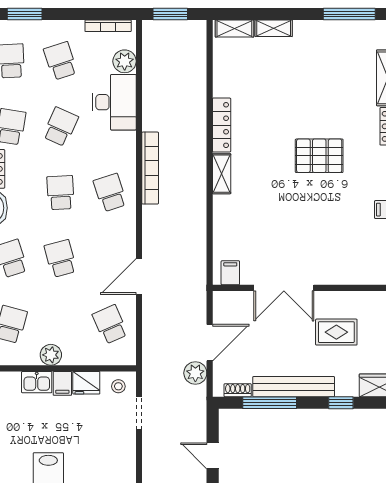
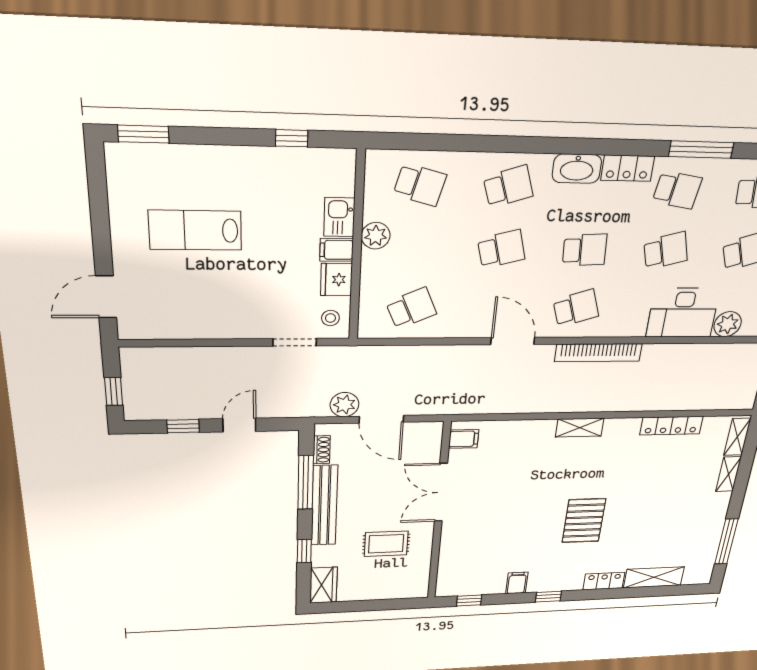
locker: (222, 125) -> (671, 426), moved
school desk: (60, 127) -> (666, 251), turned -39
door: (139, 277) -> (513, 341), moved
rug: (336, 332) -> (386, 544), turned 90

